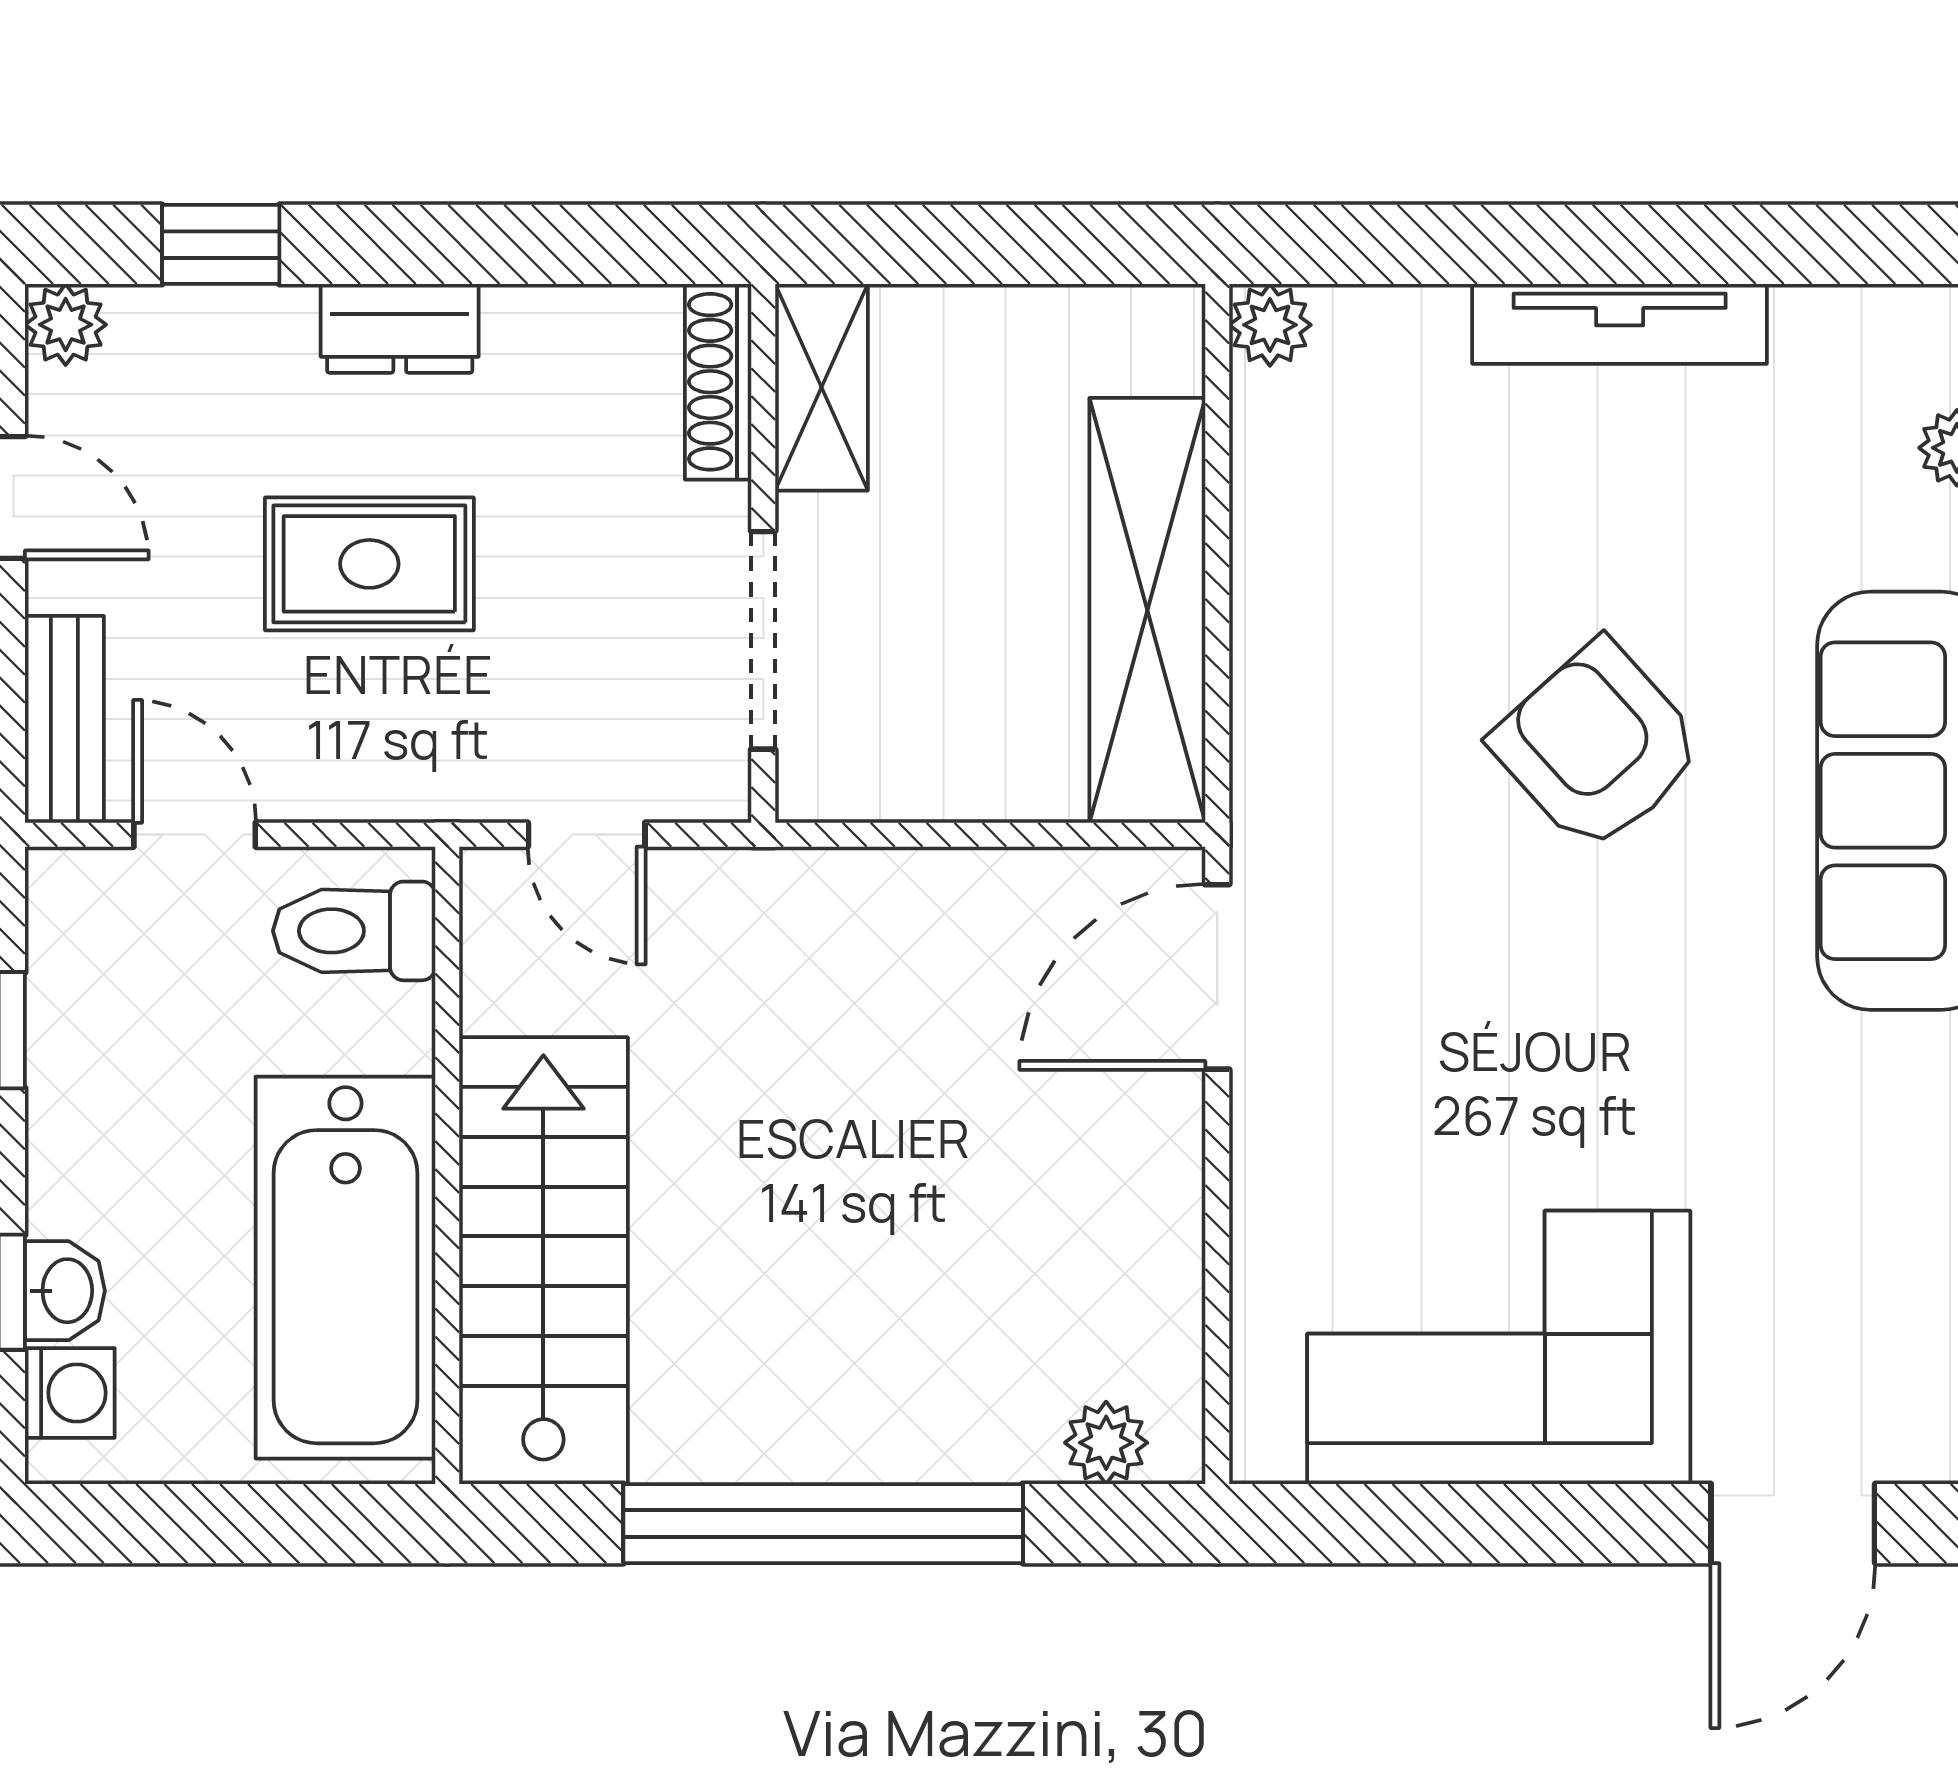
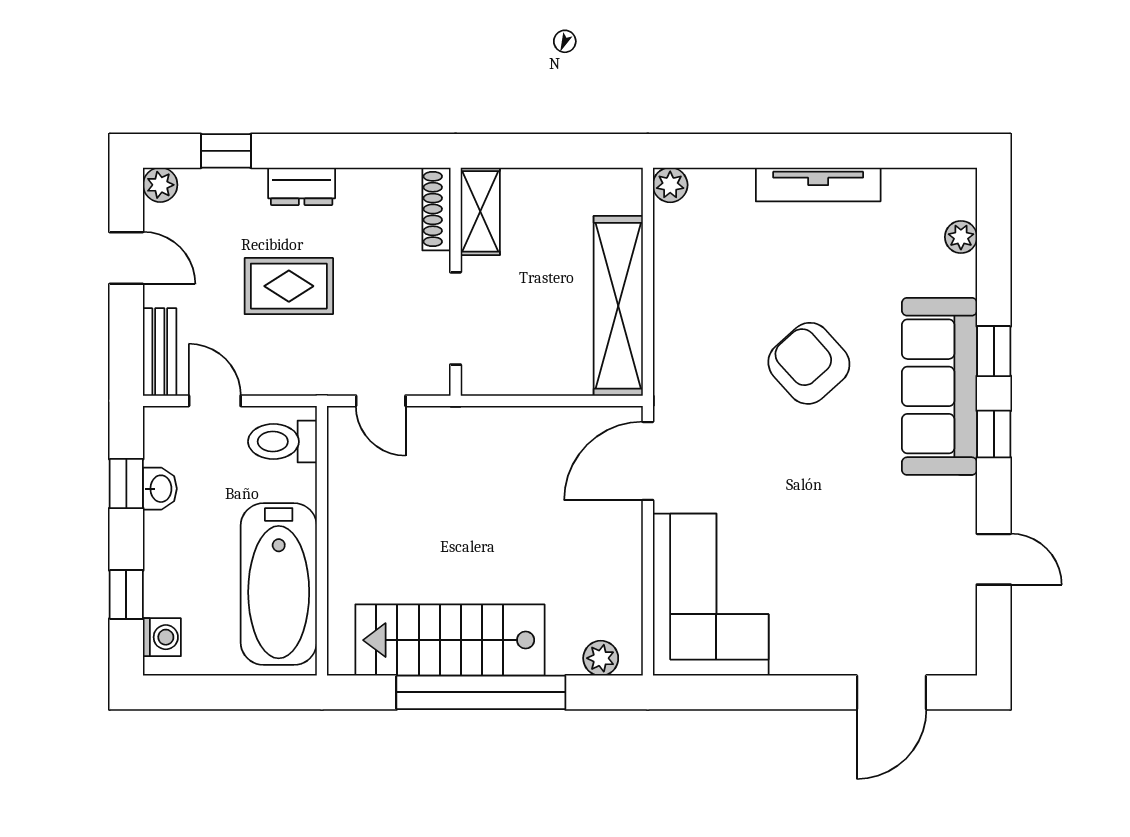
stairs: (543, 1261) -> (450, 640), moved, turned -90
washbasin: (65, 1291) -> (160, 489), moved
corner sofa: (1499, 1347) -> (711, 595), moved, turned 90

